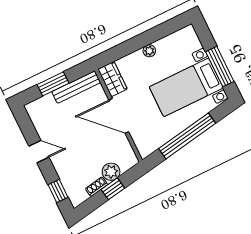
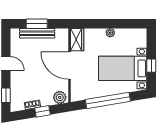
window: (220, 67) -> (151, 66), width x0.46
bench: (76, 87) -> (37, 33), moved
plant: (111, 172) -> (60, 97), moved

